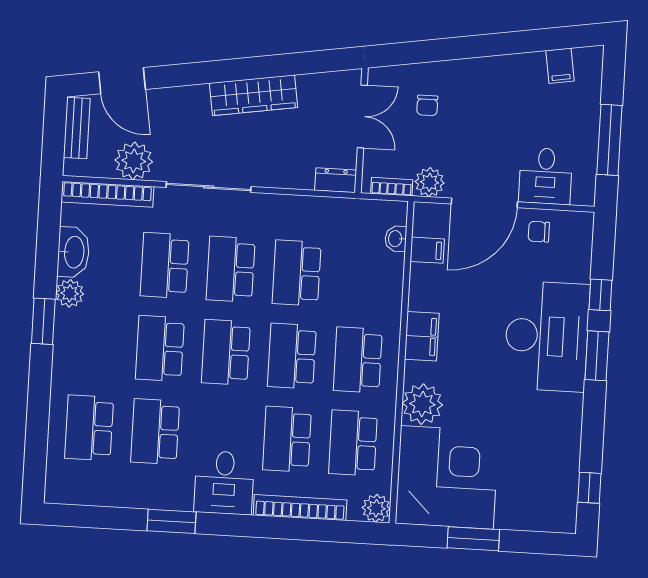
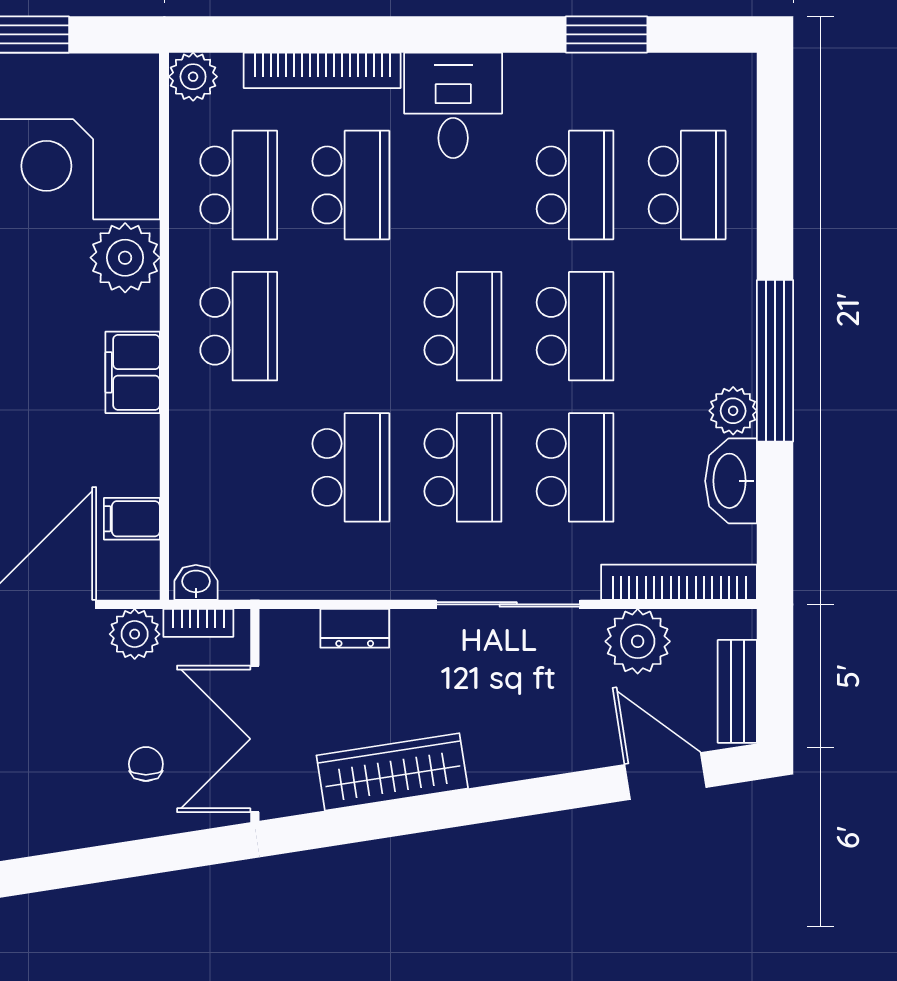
wardrobe: (253, 95) -> (392, 772), moved
double door: (362, 116) -> (255, 739), width x1.37
dresser: (336, 180) -> (355, 628), moved
washbasin: (396, 239) -> (196, 582), moved, turned -90
window: (43, 321) -> (775, 361), width x2.11
school desk: (292, 356) -> (351, 326), removed
window: (171, 521) -> (606, 34), moved

